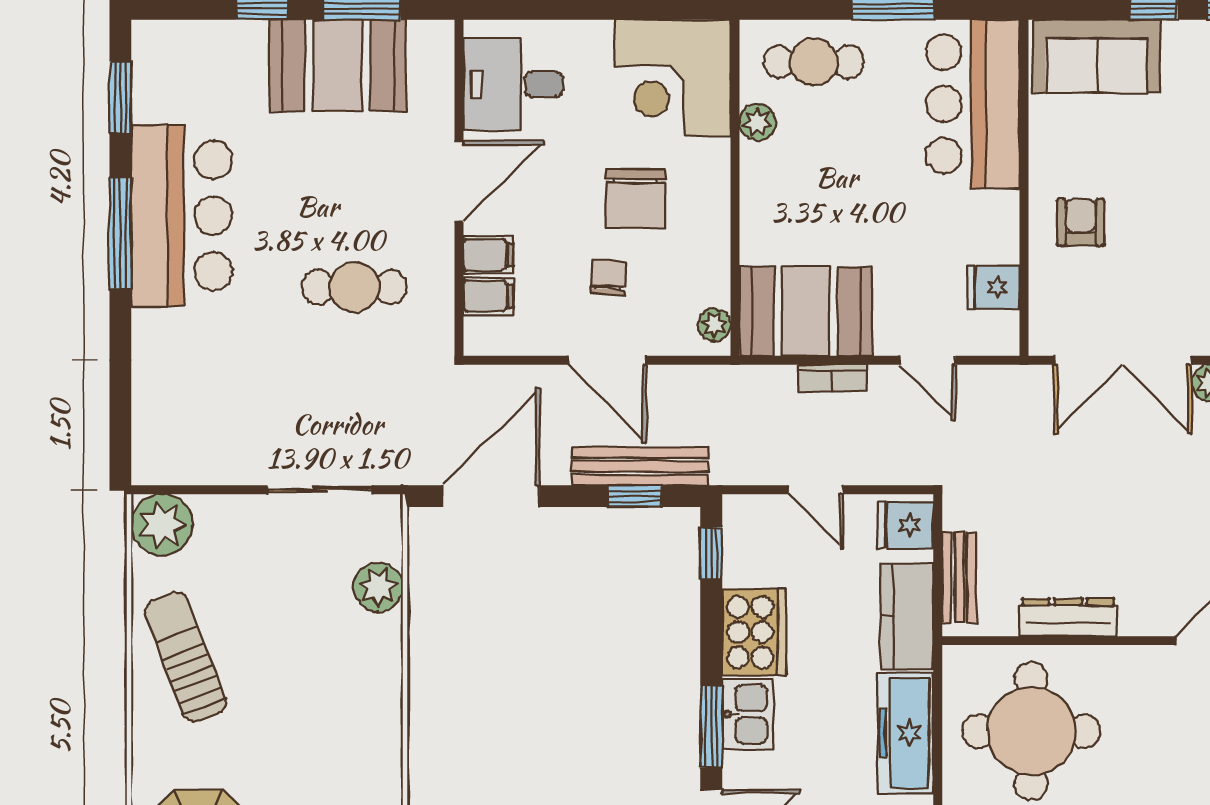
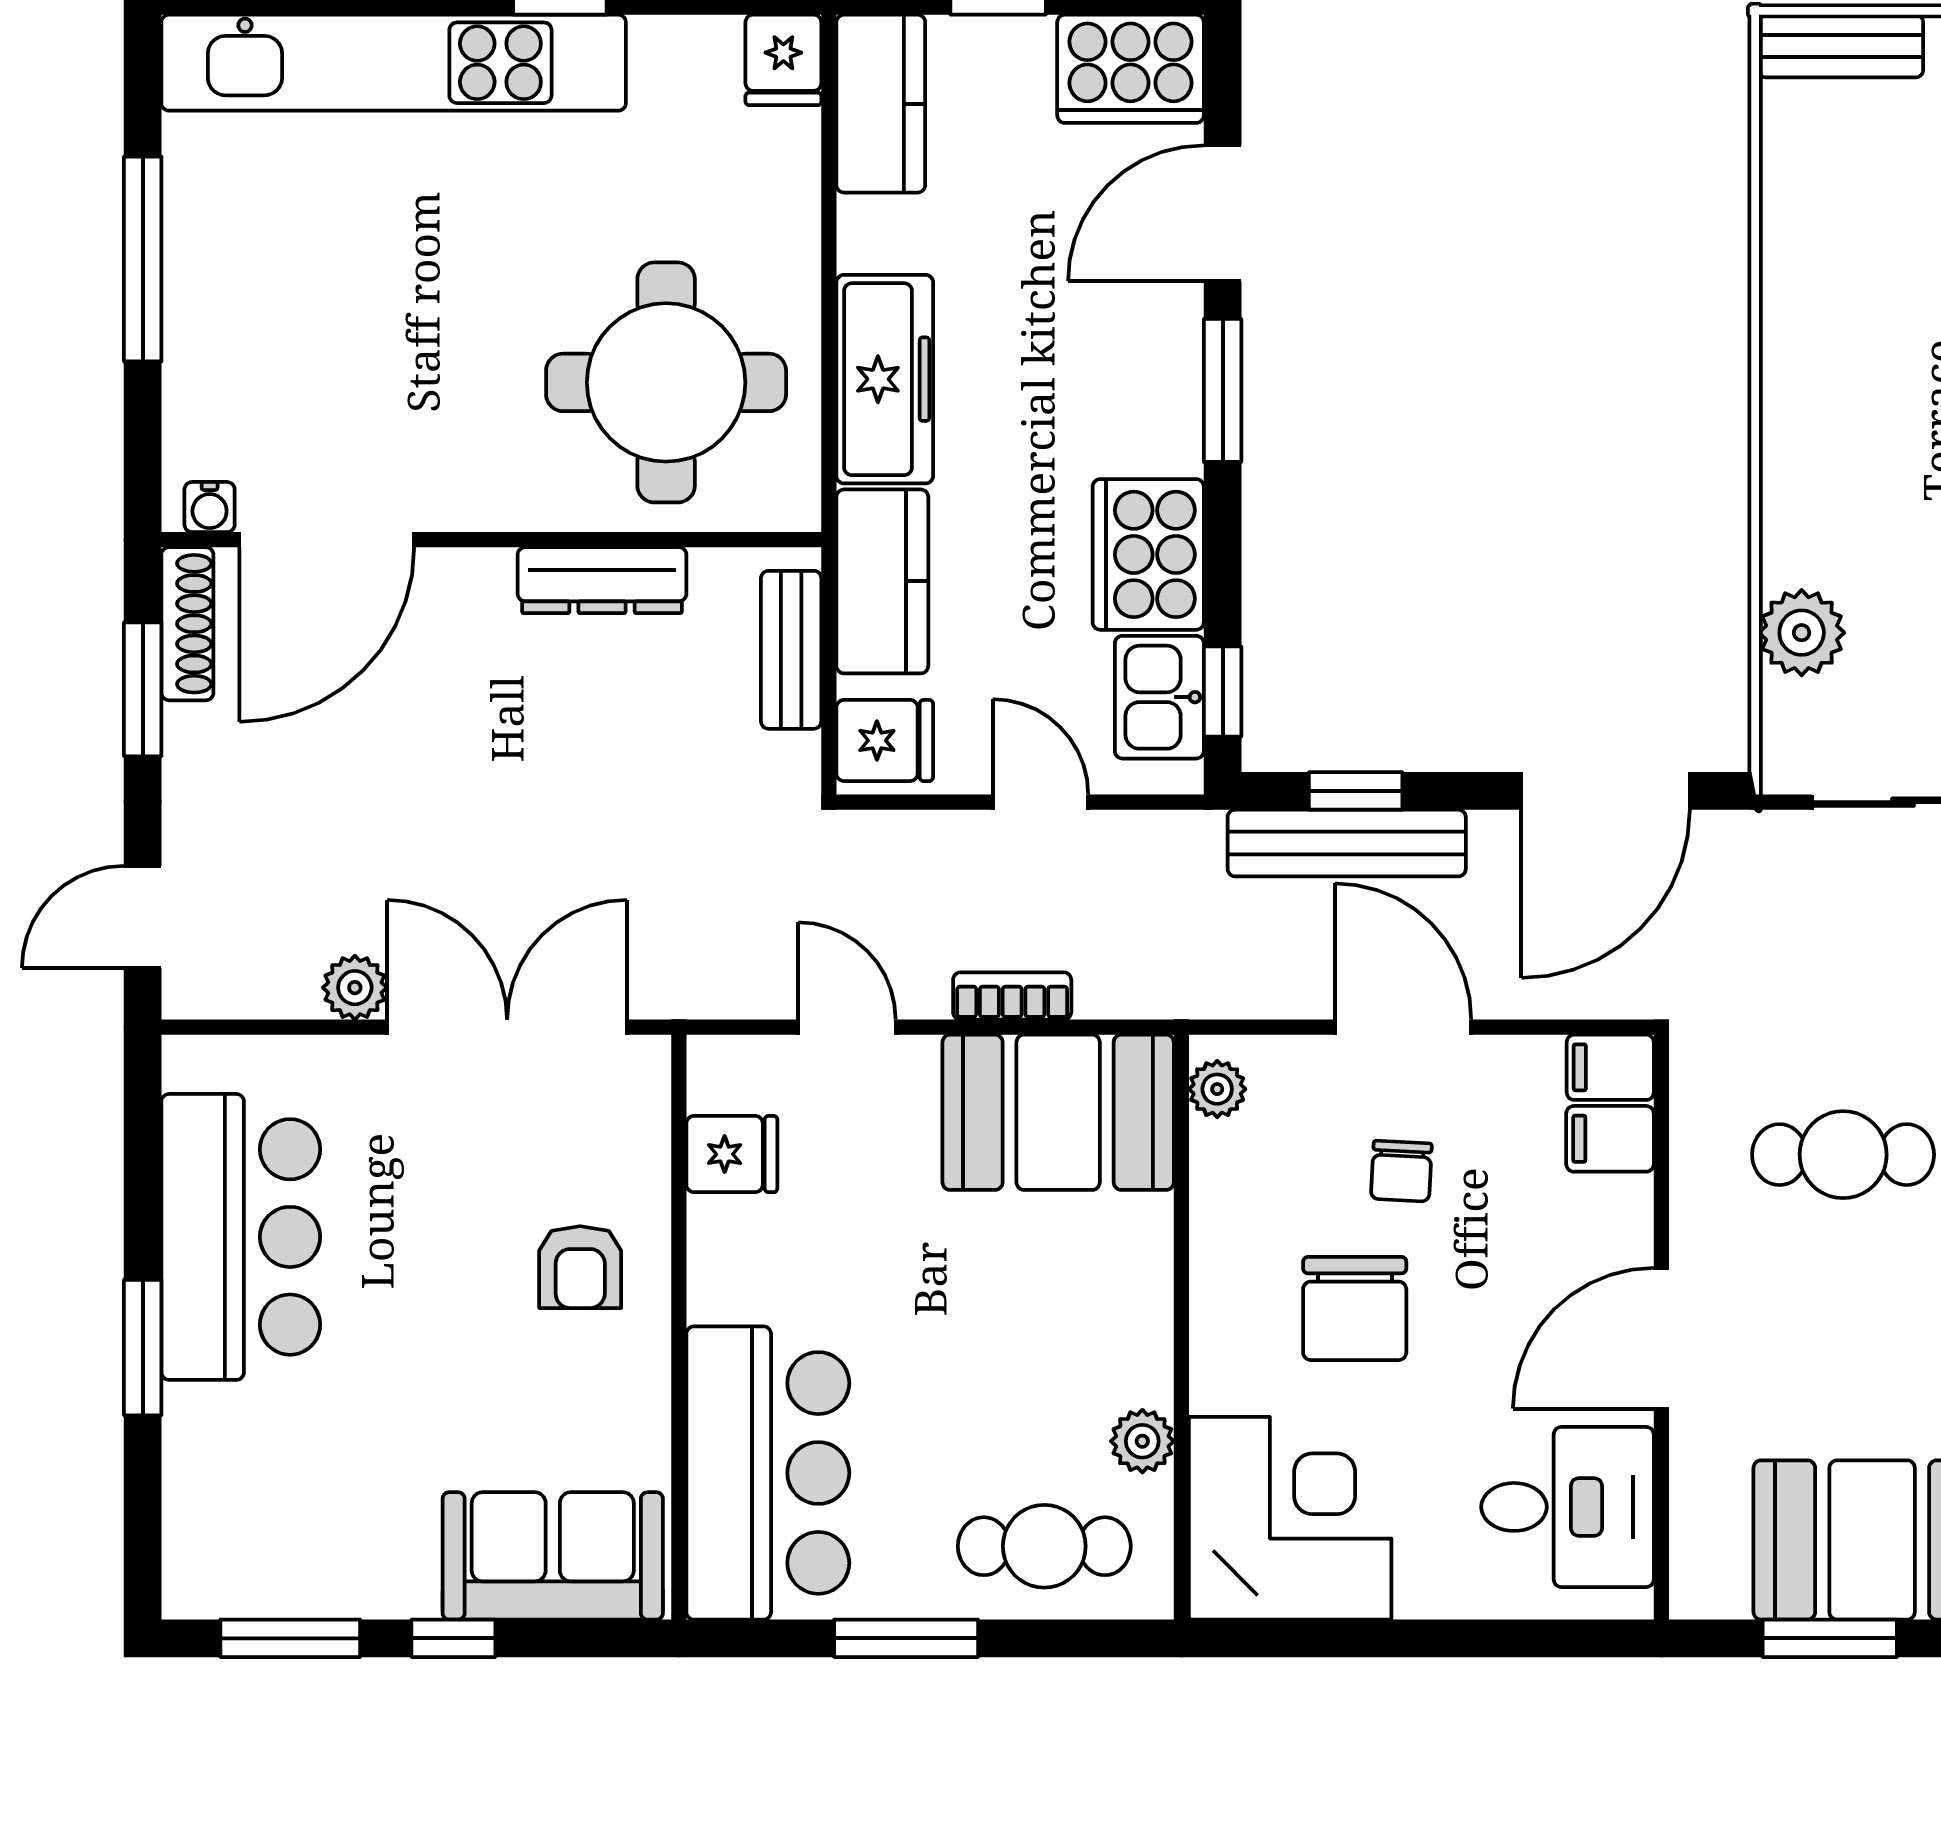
chair: (635, 199) -> (1355, 1308), turned 180
filing cabinet: (488, 255) -> (1610, 1067), moved
kitchen sink: (748, 714) -> (1159, 697), moved

